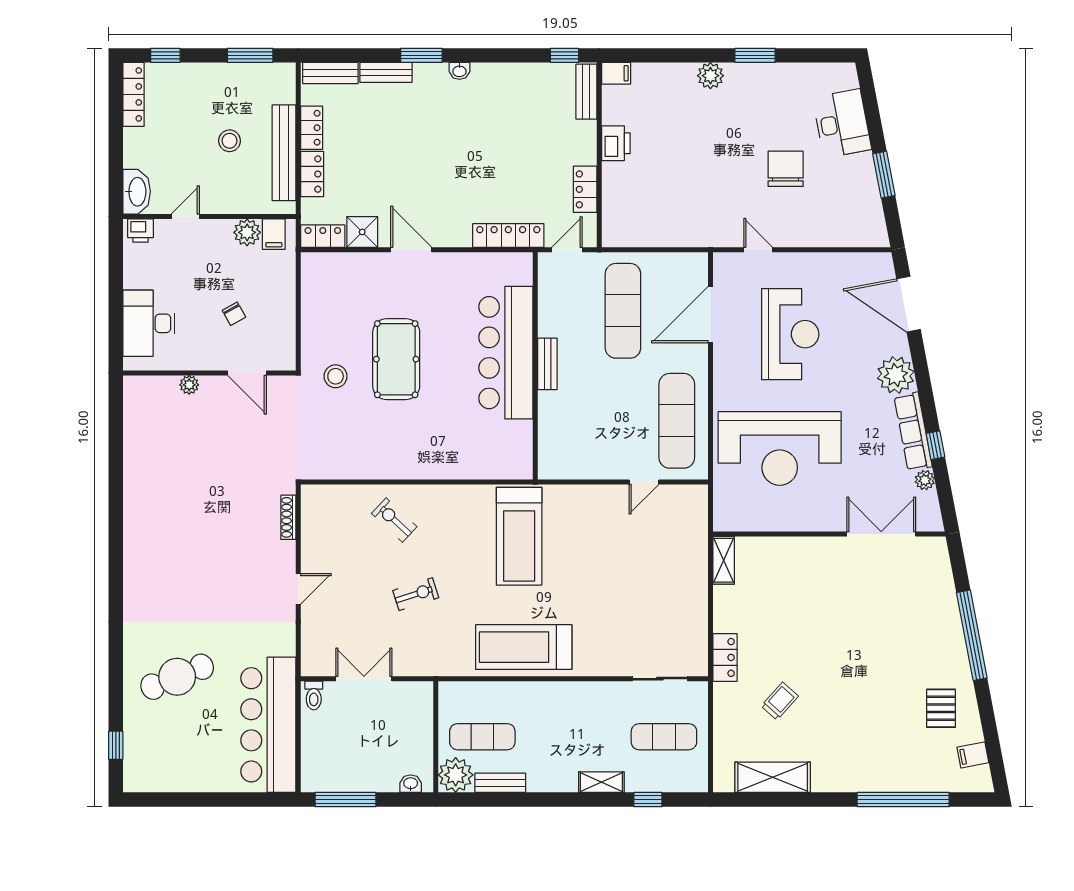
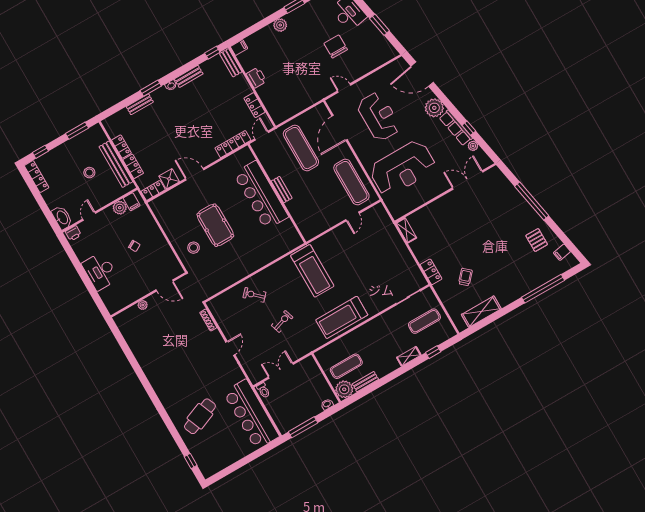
bench: (330, 73) -> (189, 76), moved
wall: (209, 373) -> (148, 295), moved
door: (247, 373) -> (165, 286), moved
plant: (189, 385) -> (143, 305), moved

